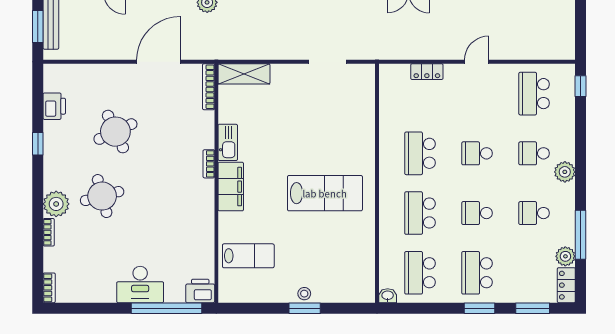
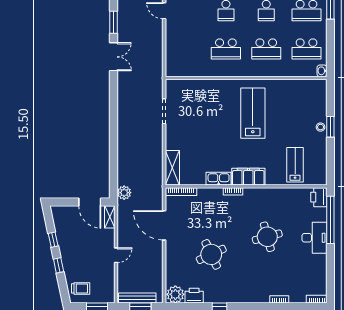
locker: (427, 72) -> (171, 44), removed
round table: (102, 196) -> (267, 237), moved
plant: (56, 204) -> (175, 294), moved

